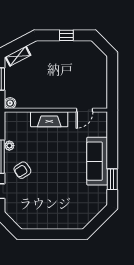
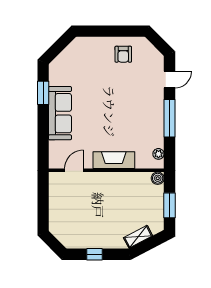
shelving: (18, 56) -> (138, 237), moved
plant: (9, 146) -> (158, 154), moved
armchair: (22, 170) -> (123, 54), moved, turned 123

